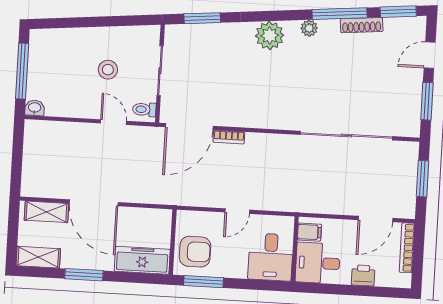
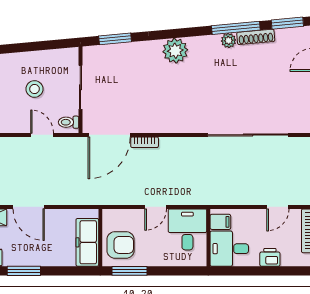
plant: (309, 28) -> (229, 41), moved
door: (94, 203) -> (29, 207), width x0.73
door: (375, 219) -> (278, 207), width x0.73
desk: (271, 257) -> (187, 229), moved, turned 180
freezer: (142, 260) -> (87, 242), moved, turned -90

